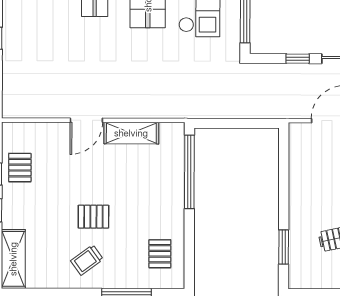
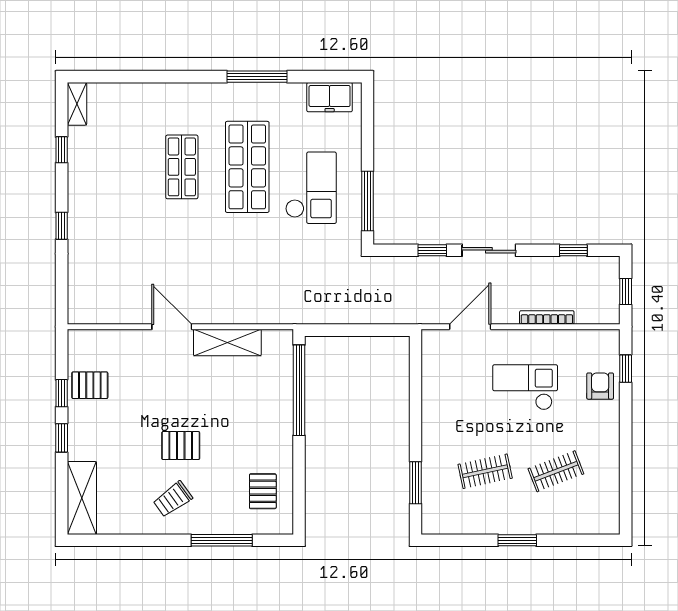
door: (86, 120) -> (172, 327), swing flipped
pallet: (20, 168) -> (90, 385), turned 90

